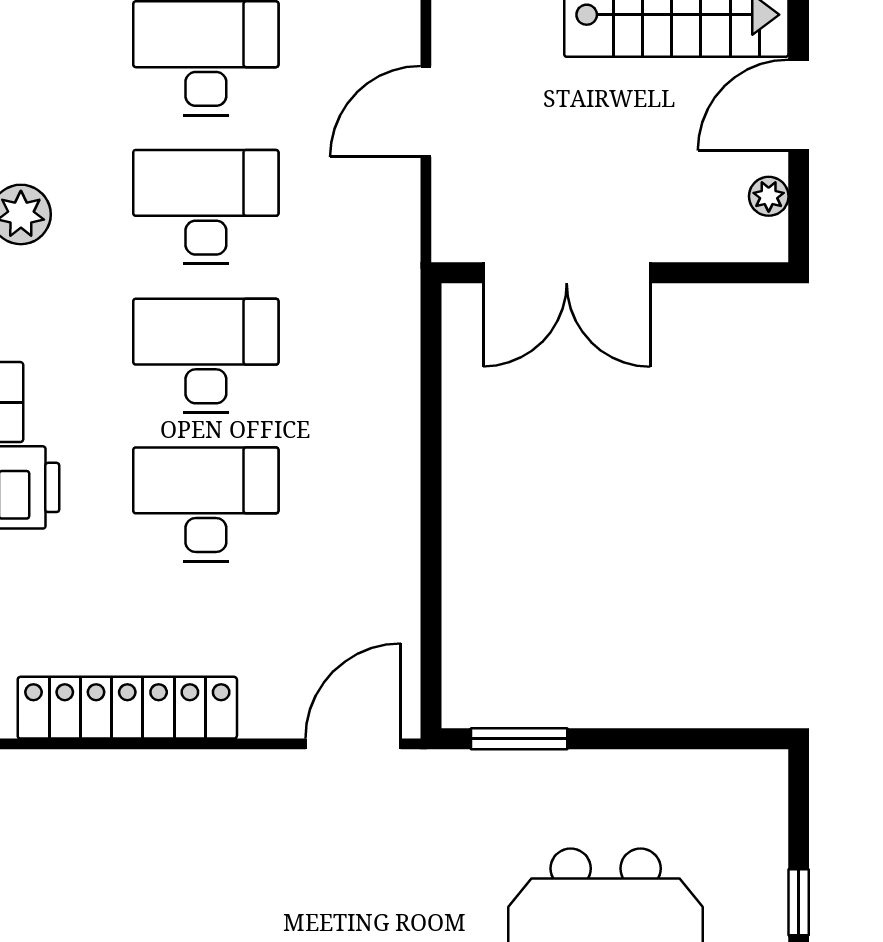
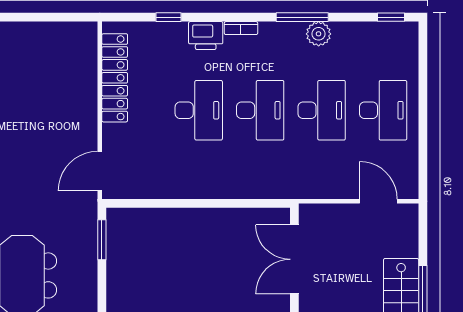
door: (426, 111) -> (378, 201), moved
door: (353, 744) -> (100, 171), swing flipped

